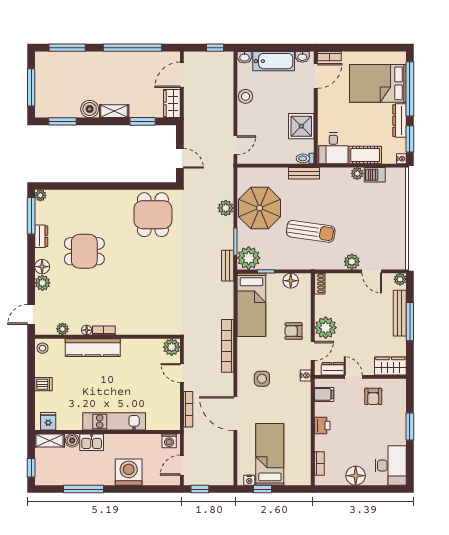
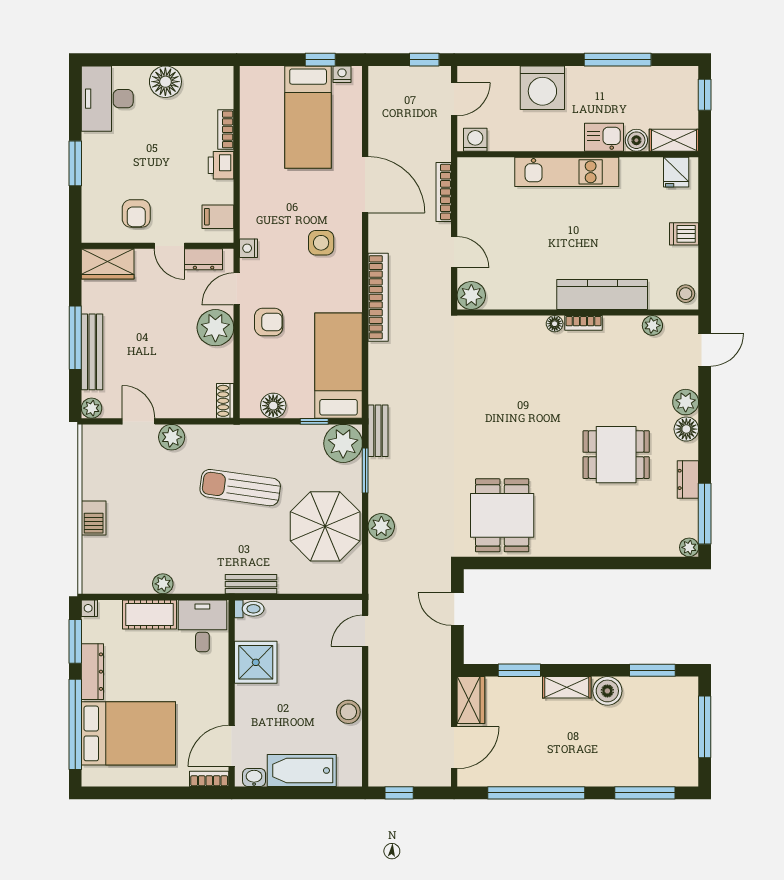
washbasin: (244, 57) -> (350, 777), removed
barbecue: (375, 175) -> (94, 518), moved, turned 90
floor lamp: (87, 330) -> (555, 324), moved
armchair: (373, 396) -> (136, 213), turned 180
bookcase: (319, 463) -> (226, 129), moved

